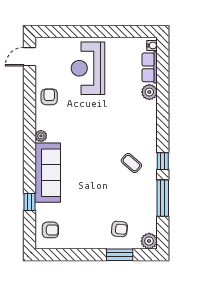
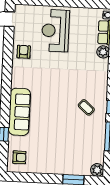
plant: (41, 136) -> (16, 82), removed
armchair: (119, 229) -> (74, 159), removed

